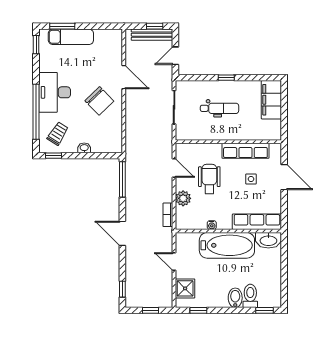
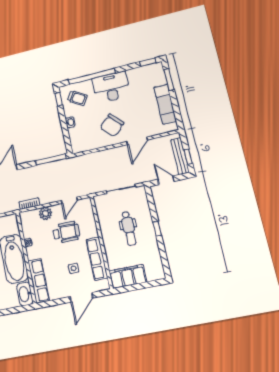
exam couch: (71, 37) -> (165, 104), moved
filing cabinet: (271, 100) -> (128, 276), moved

